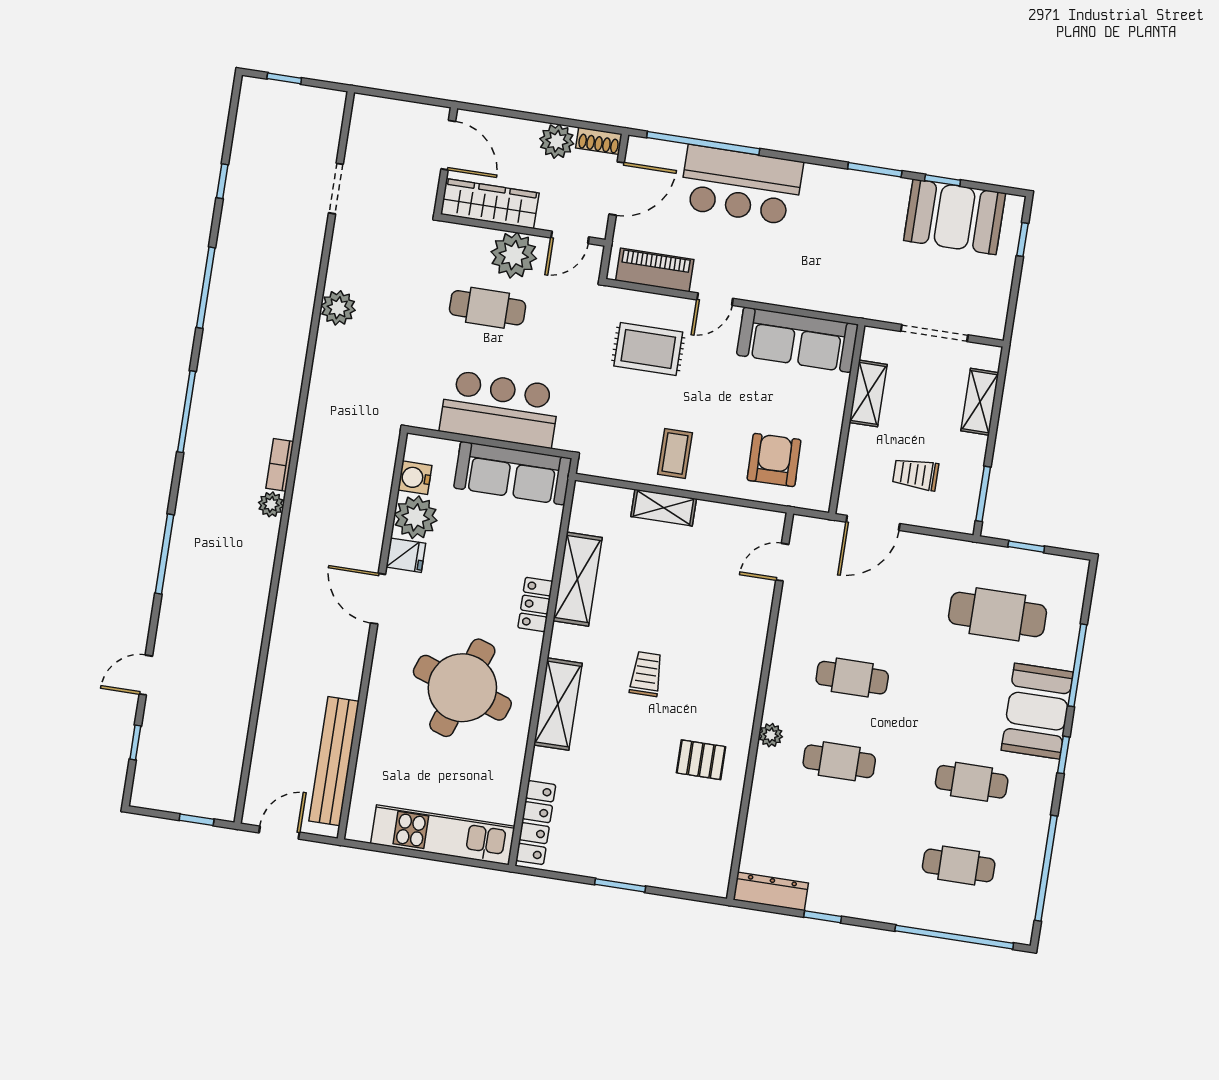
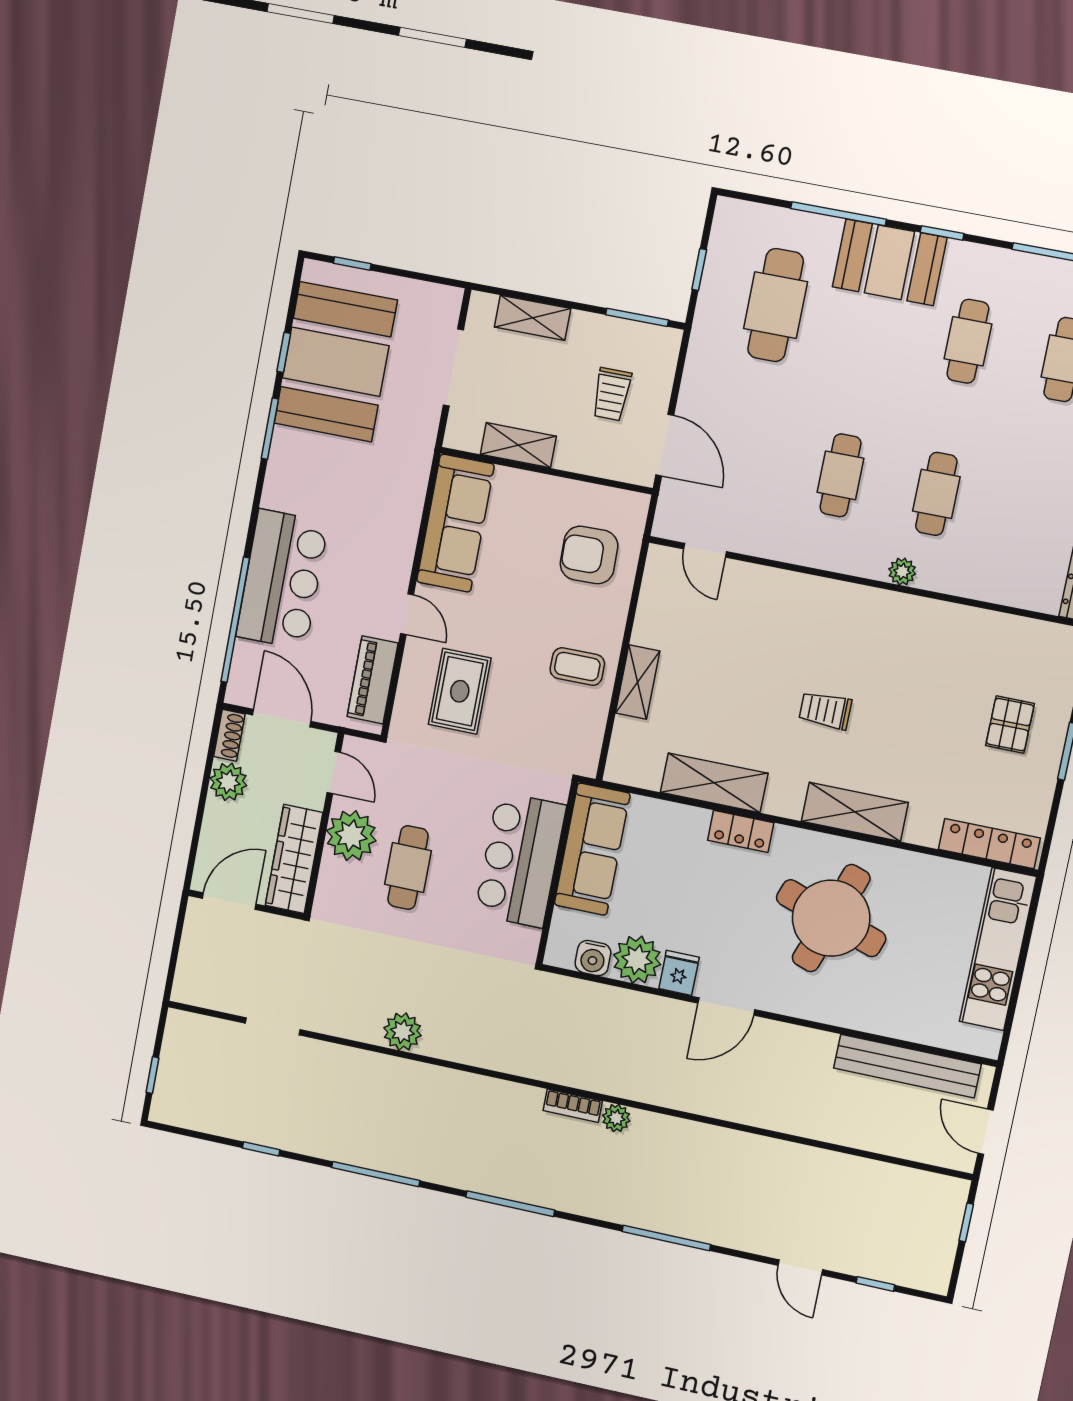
booth: (955, 217) -> (336, 362), width x1.36, depth x1.42
pallet: (701, 760) -> (1010, 725), moved

